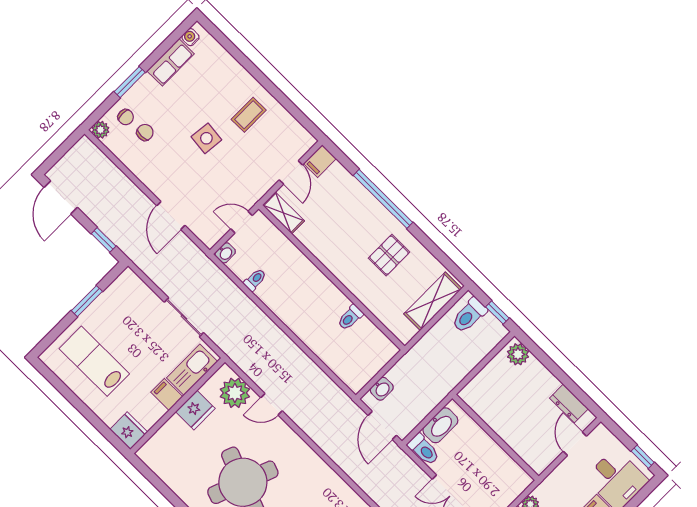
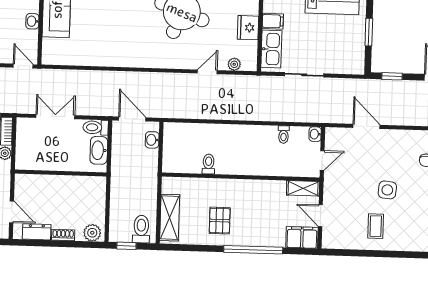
filing cabinet: (320, 161) -> (302, 237), width x2.00
shoe rack: (547, 378) -> (63, 235), added
plant: (235, 393) -> (234, 64), width x0.53, depth x0.53

